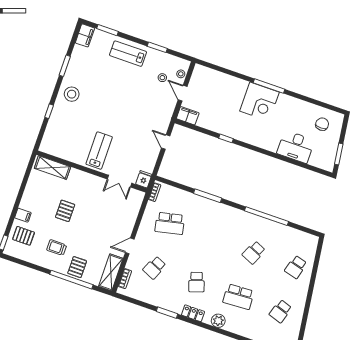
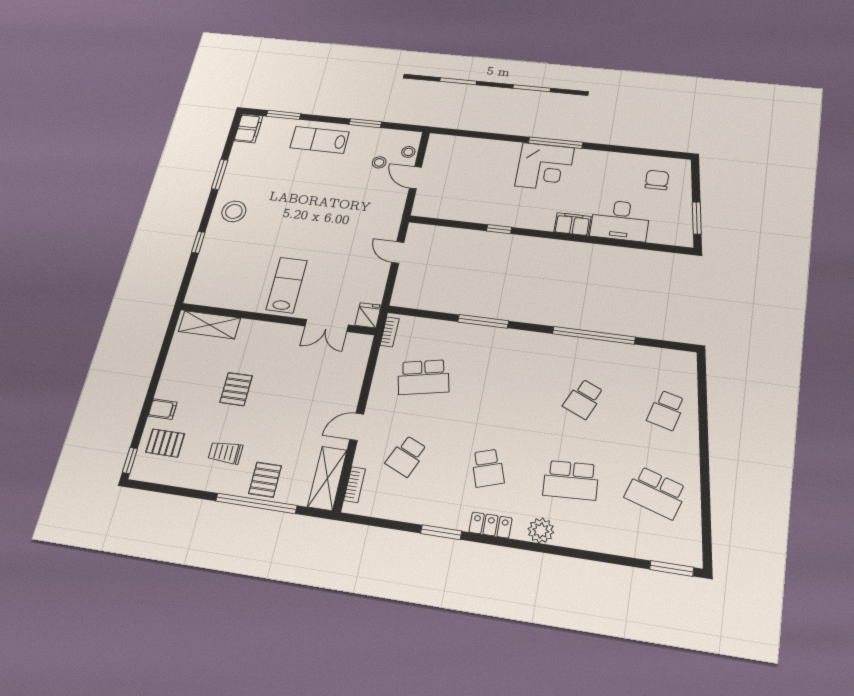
filing cabinet: (188, 116) -> (572, 224), moved
school desk: (281, 311) -> (656, 493), width x1.85

